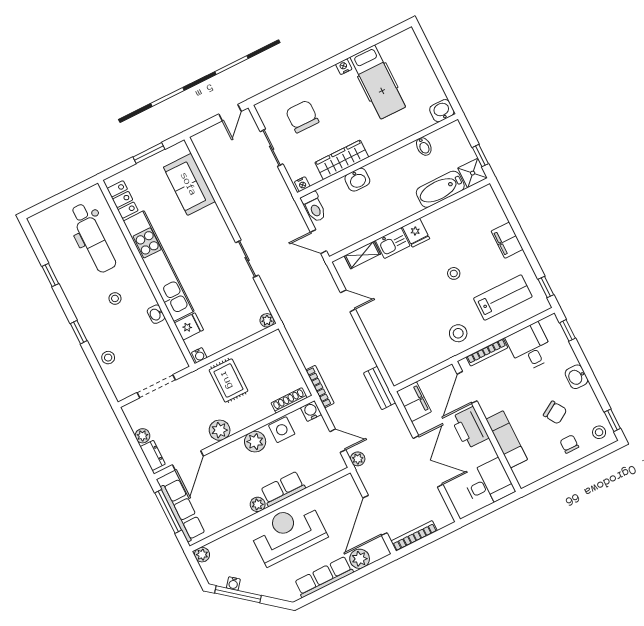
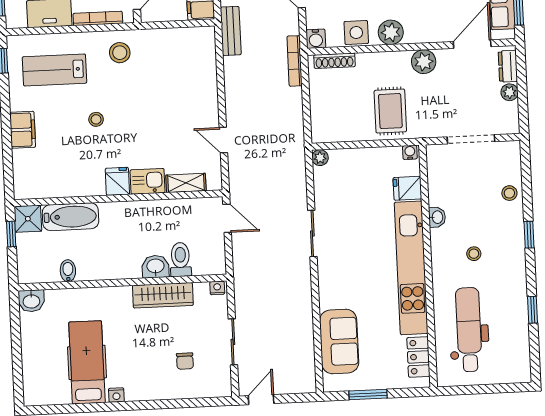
chair: (302, 116) -> (185, 361), width x0.54, depth x0.54
toilet: (314, 207) -> (180, 260), moved

